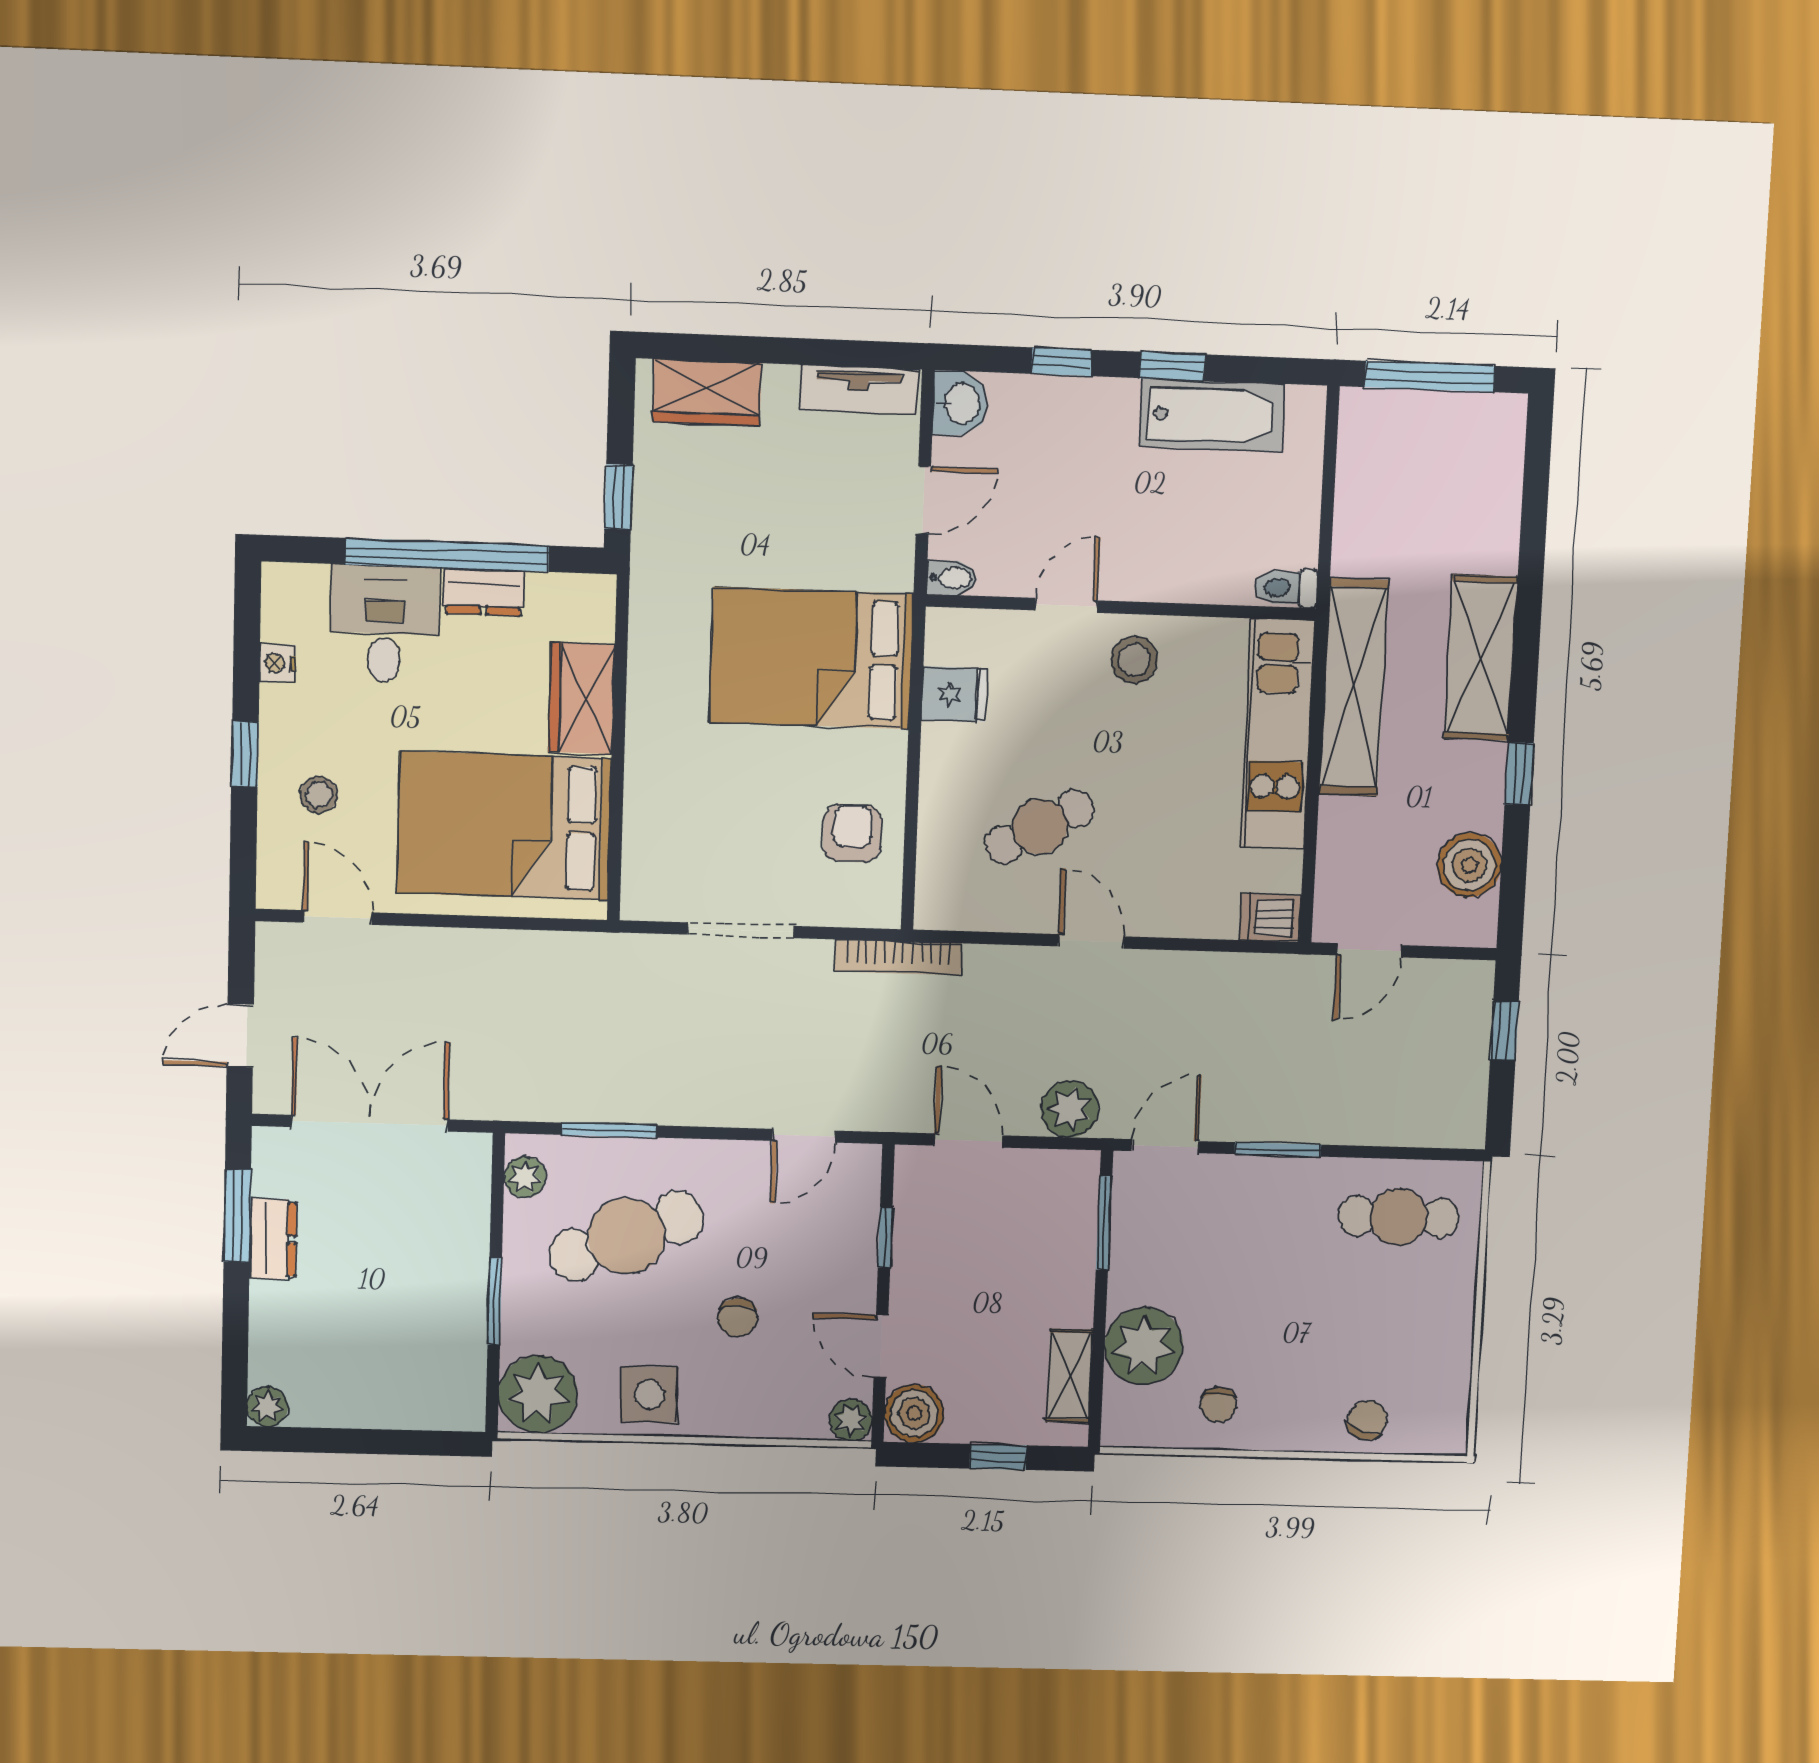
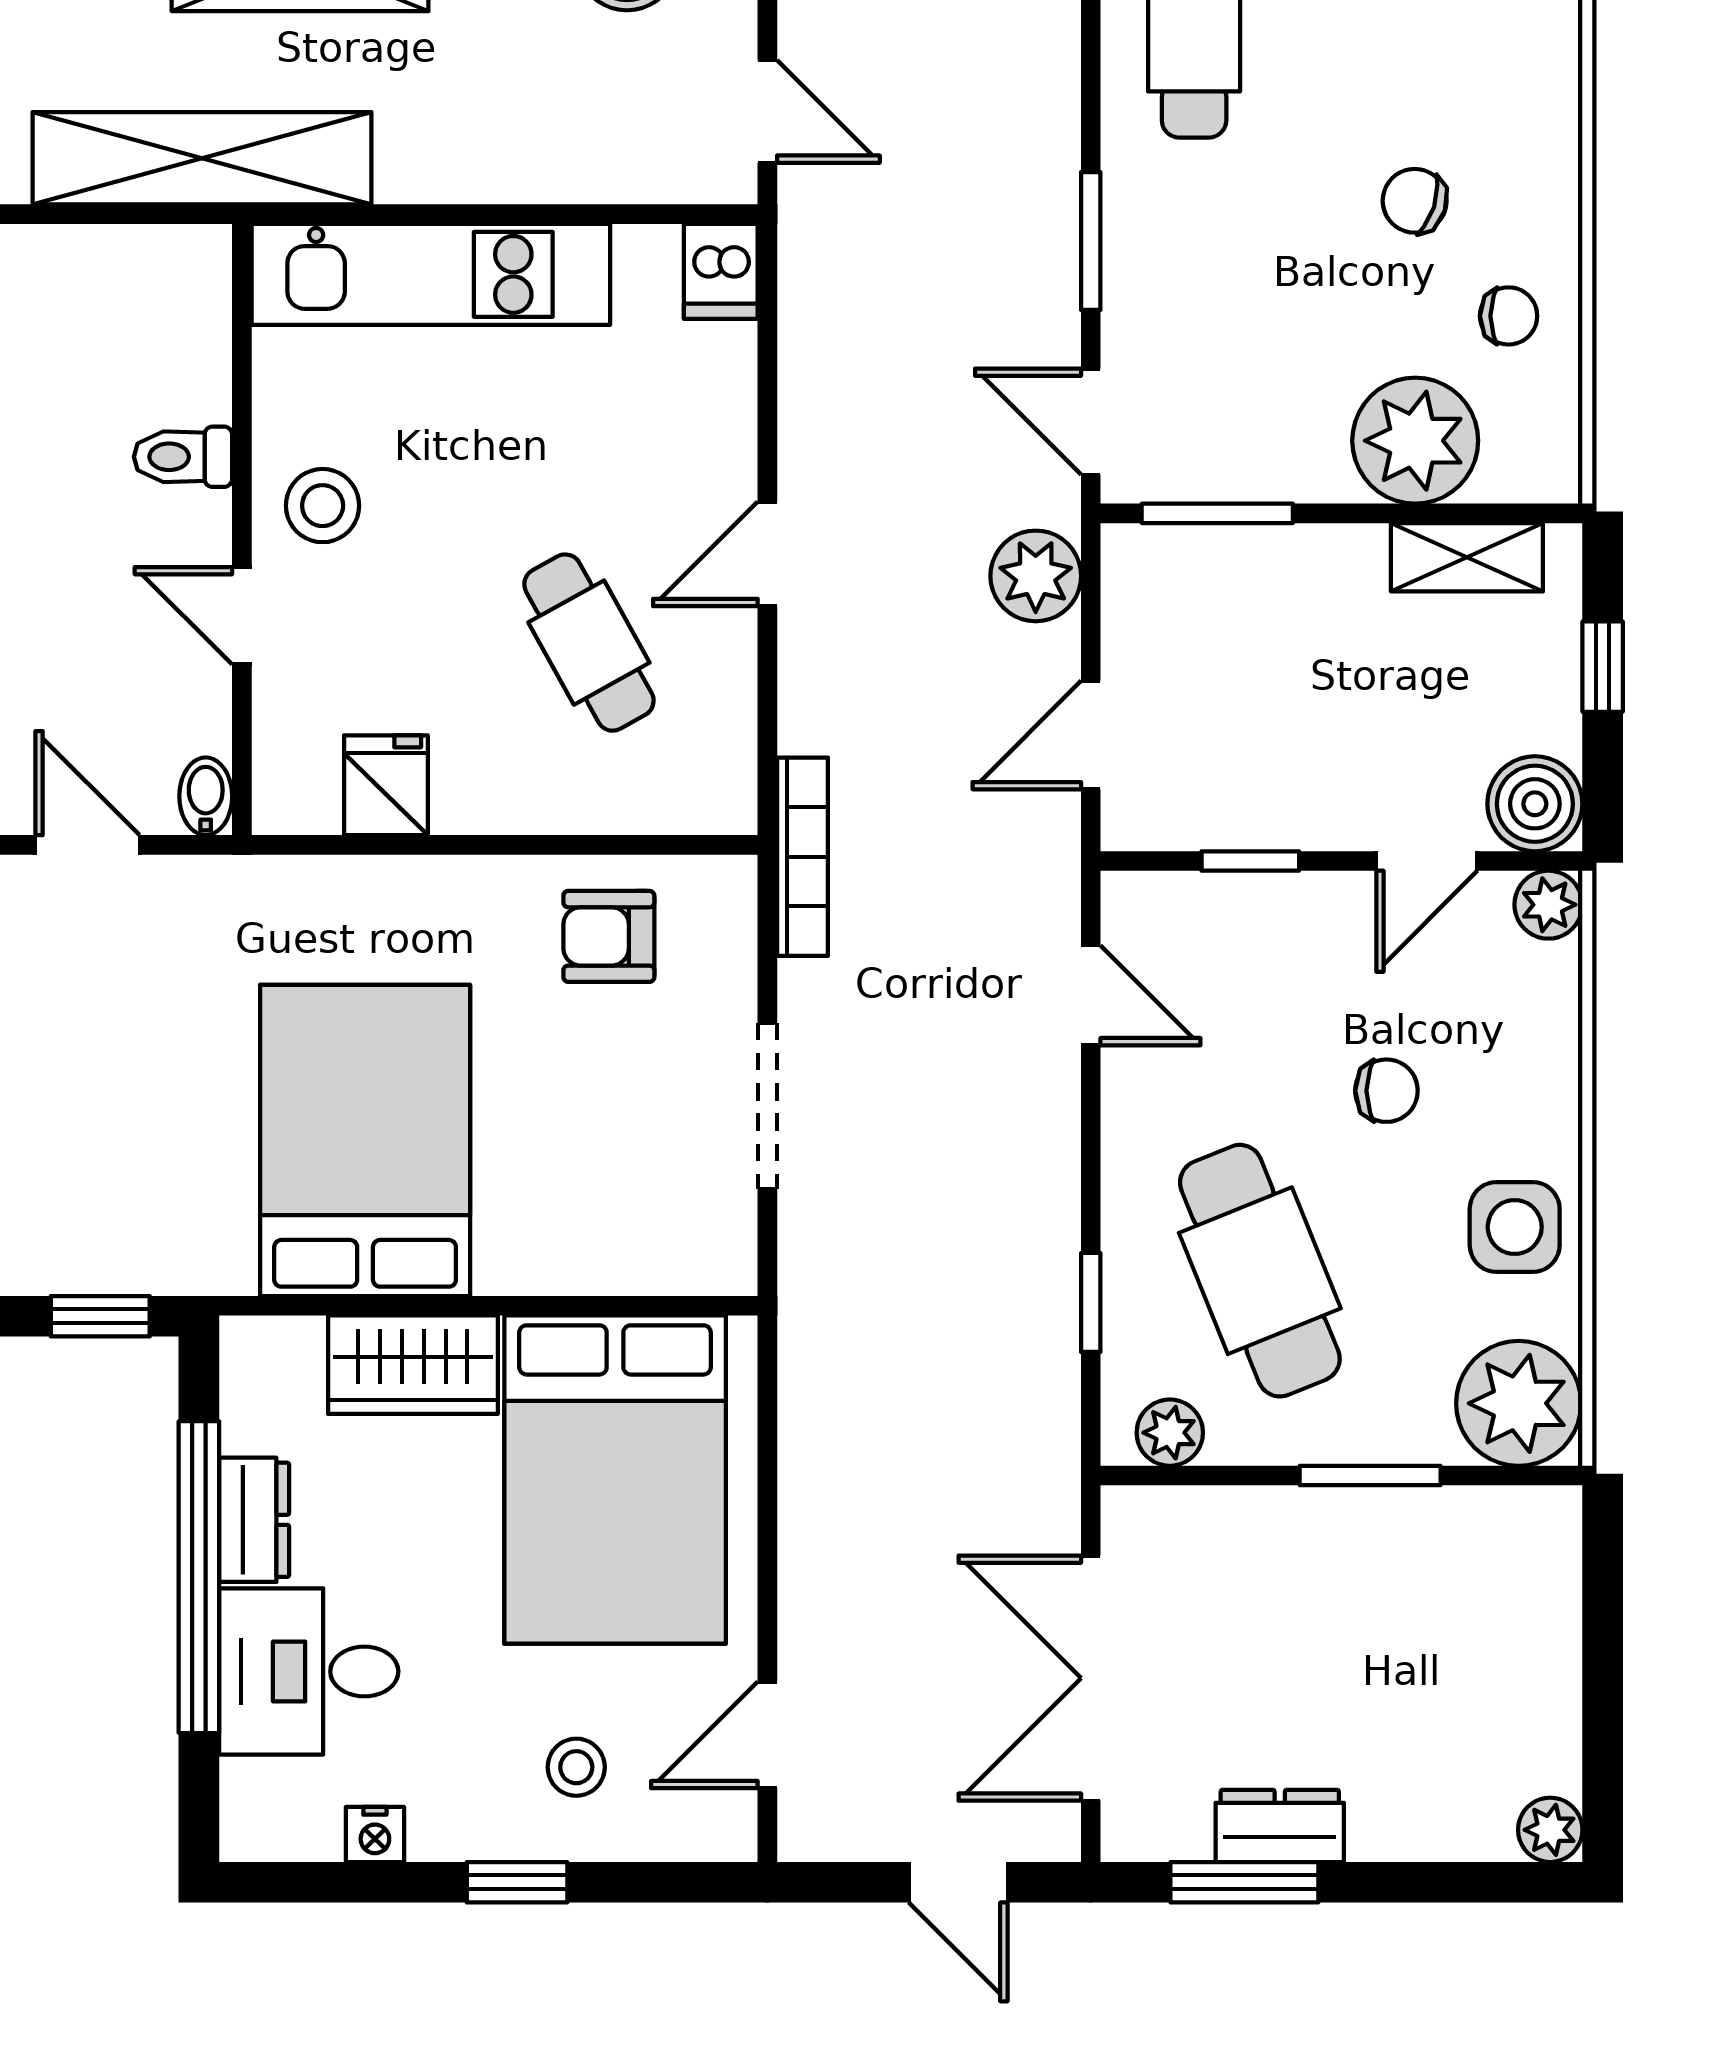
toilet: (1286, 588) -> (183, 457), moved, turned 90
bed: (811, 658) -> (365, 1140), moved, turned 180
shelving: (1354, 687) -> (202, 158), moved
window: (609, 1130) -> (1091, 1302), width x0.67
chair: (1367, 1420) -> (1415, 201), moved

